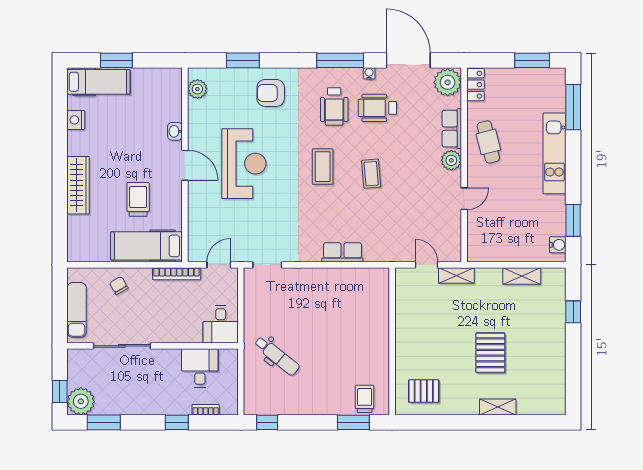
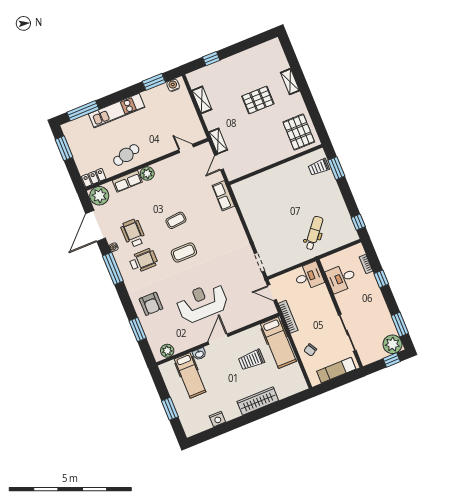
hospital bed: (98, 82) -> (190, 375), moved, turned 180
wheelchair: (377, 108) -> (133, 233), turned 180
door: (464, 199) -> (186, 148), moved
row of seats: (342, 252) -> (223, 196), moved
pallet: (424, 391) -> (299, 132), width x1.50, depth x1.42

